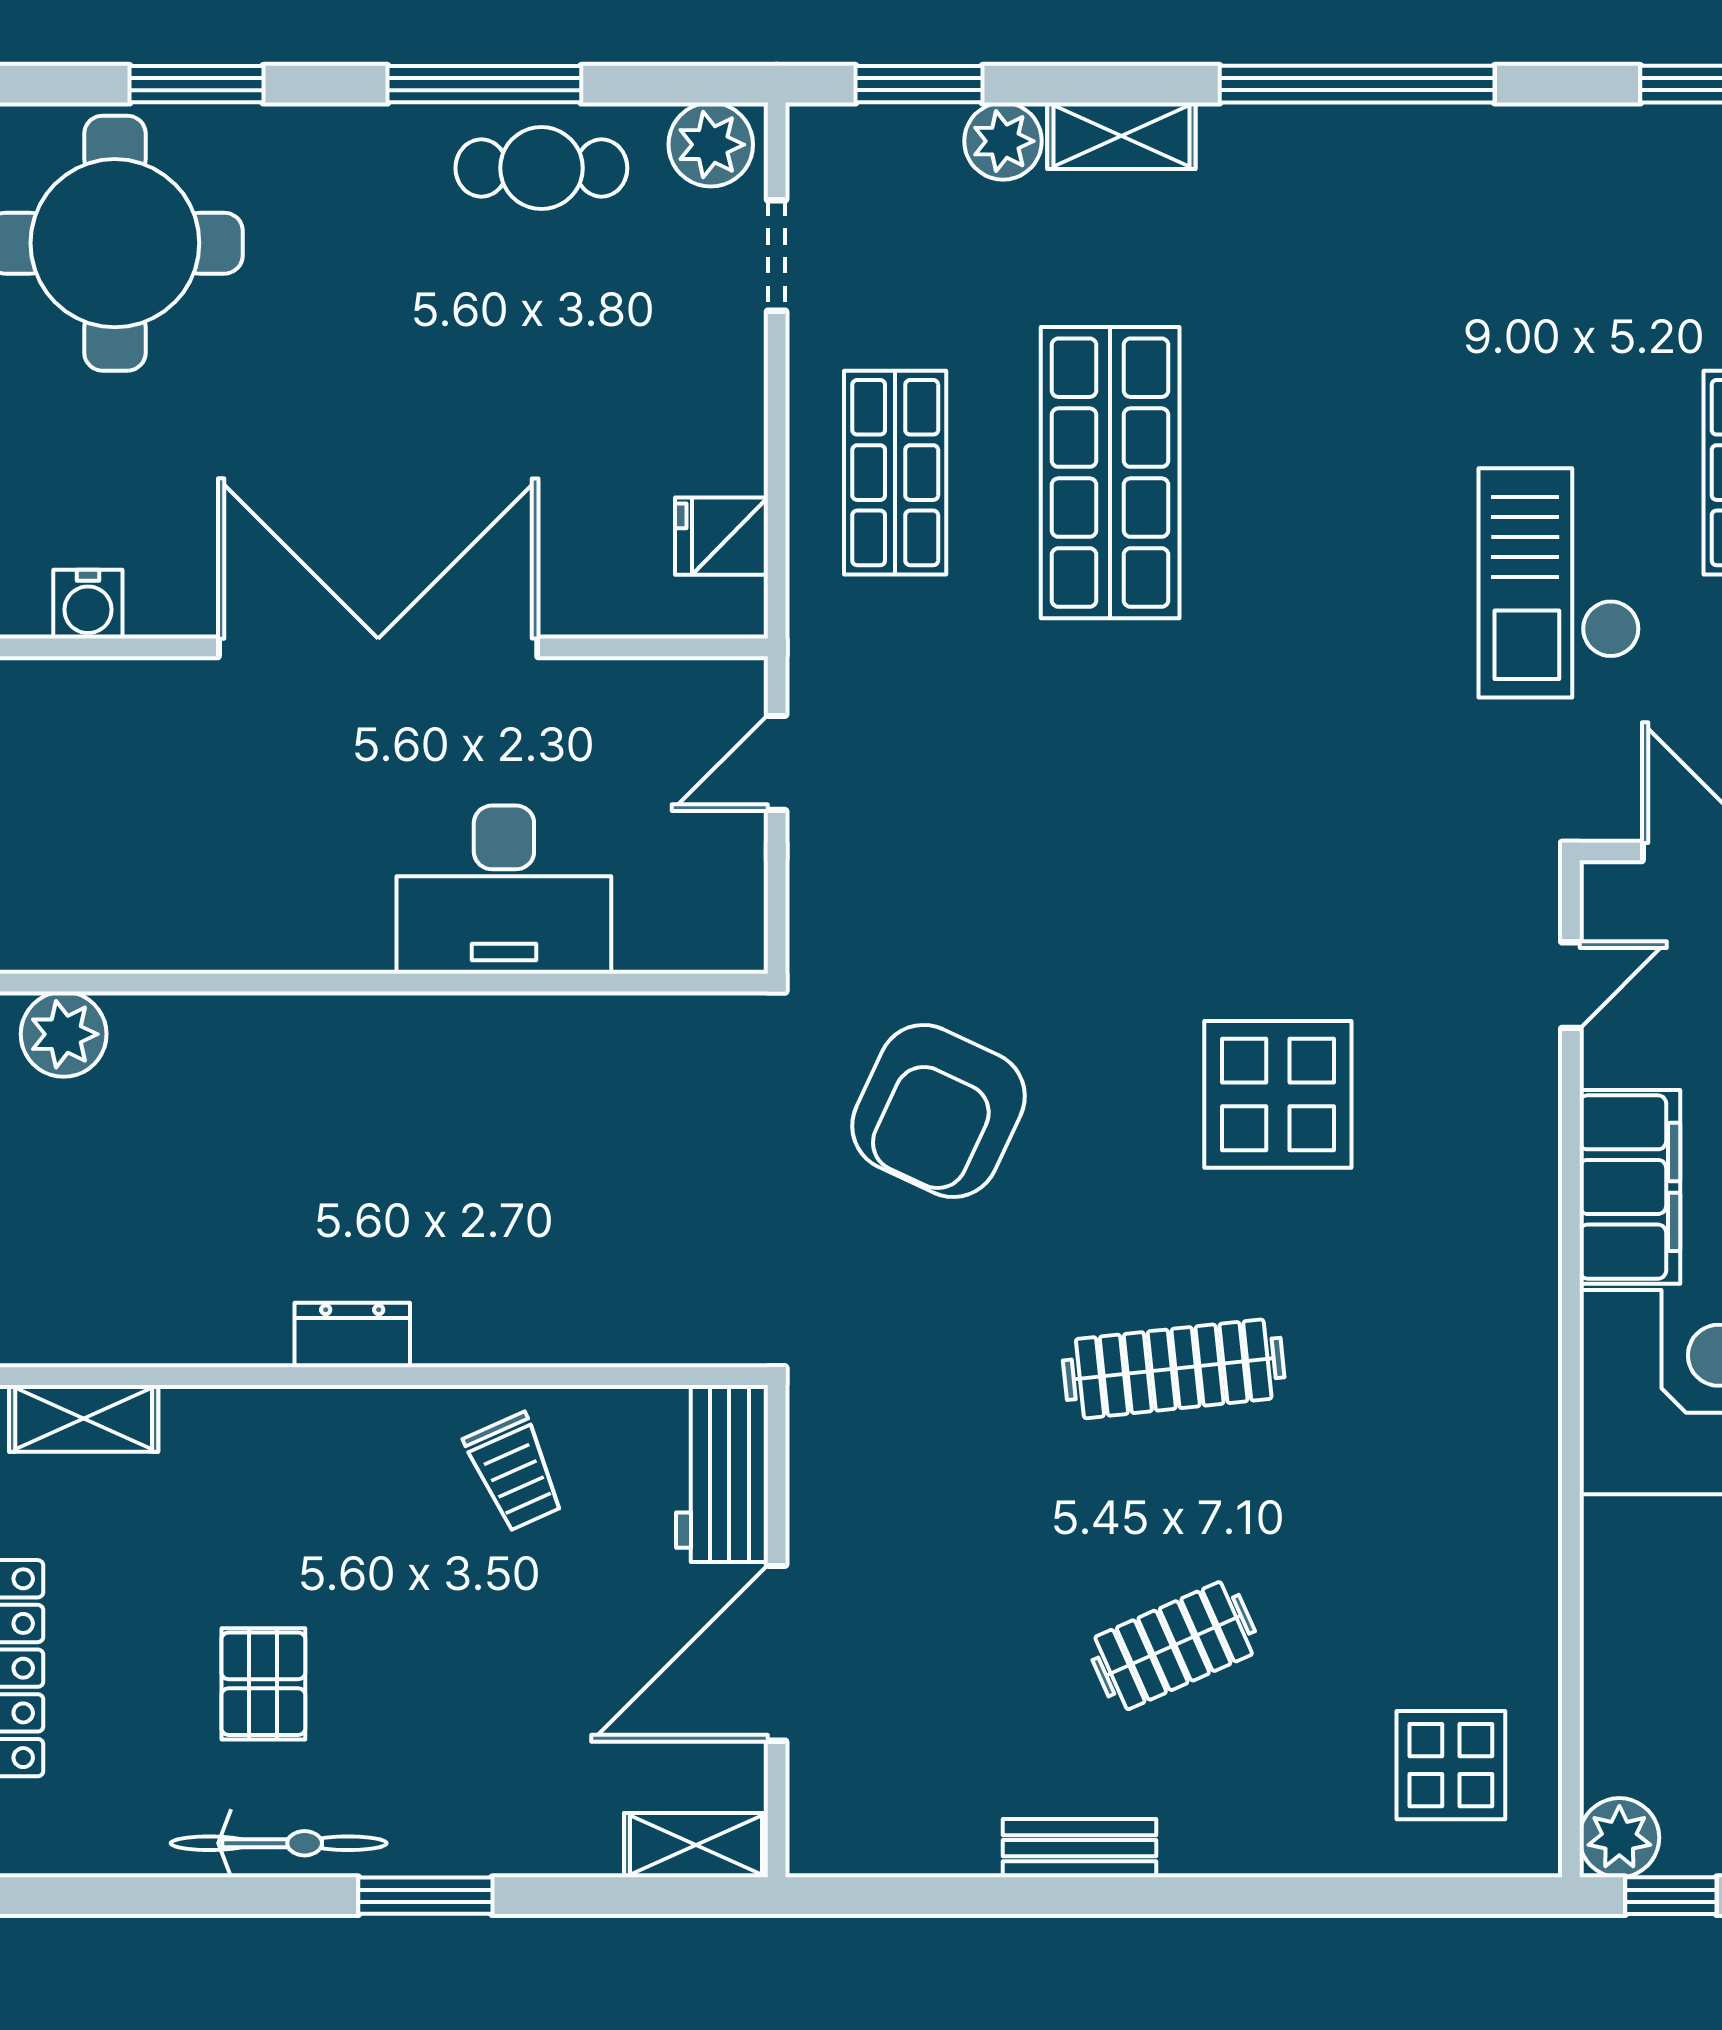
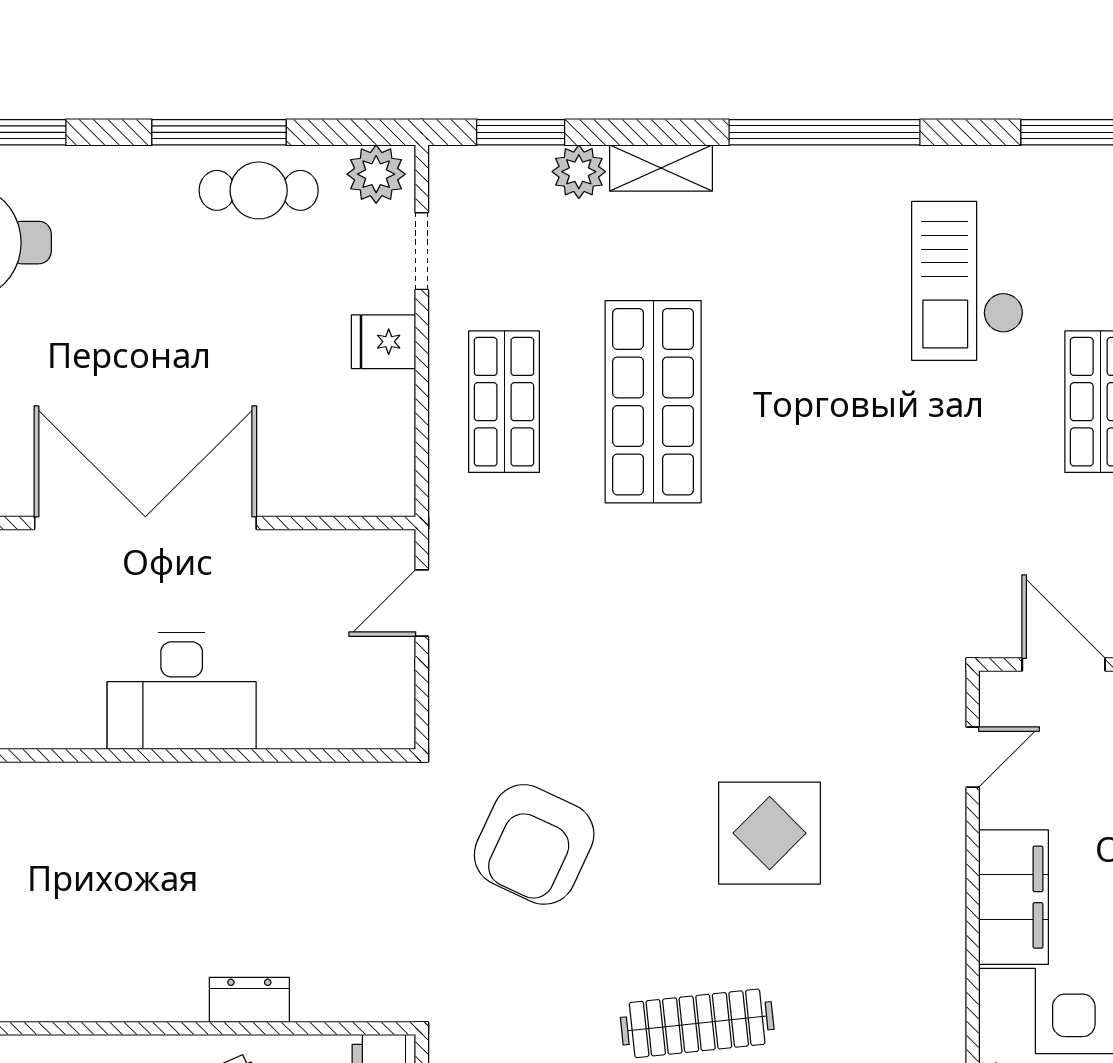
fridge: (721, 536) -> (384, 342), moved
checkout: (1559, 583) -> (968, 281), moved
desk: (504, 890) -> (182, 691), moved
dresser: (352, 1335) -> (249, 1000), moved

